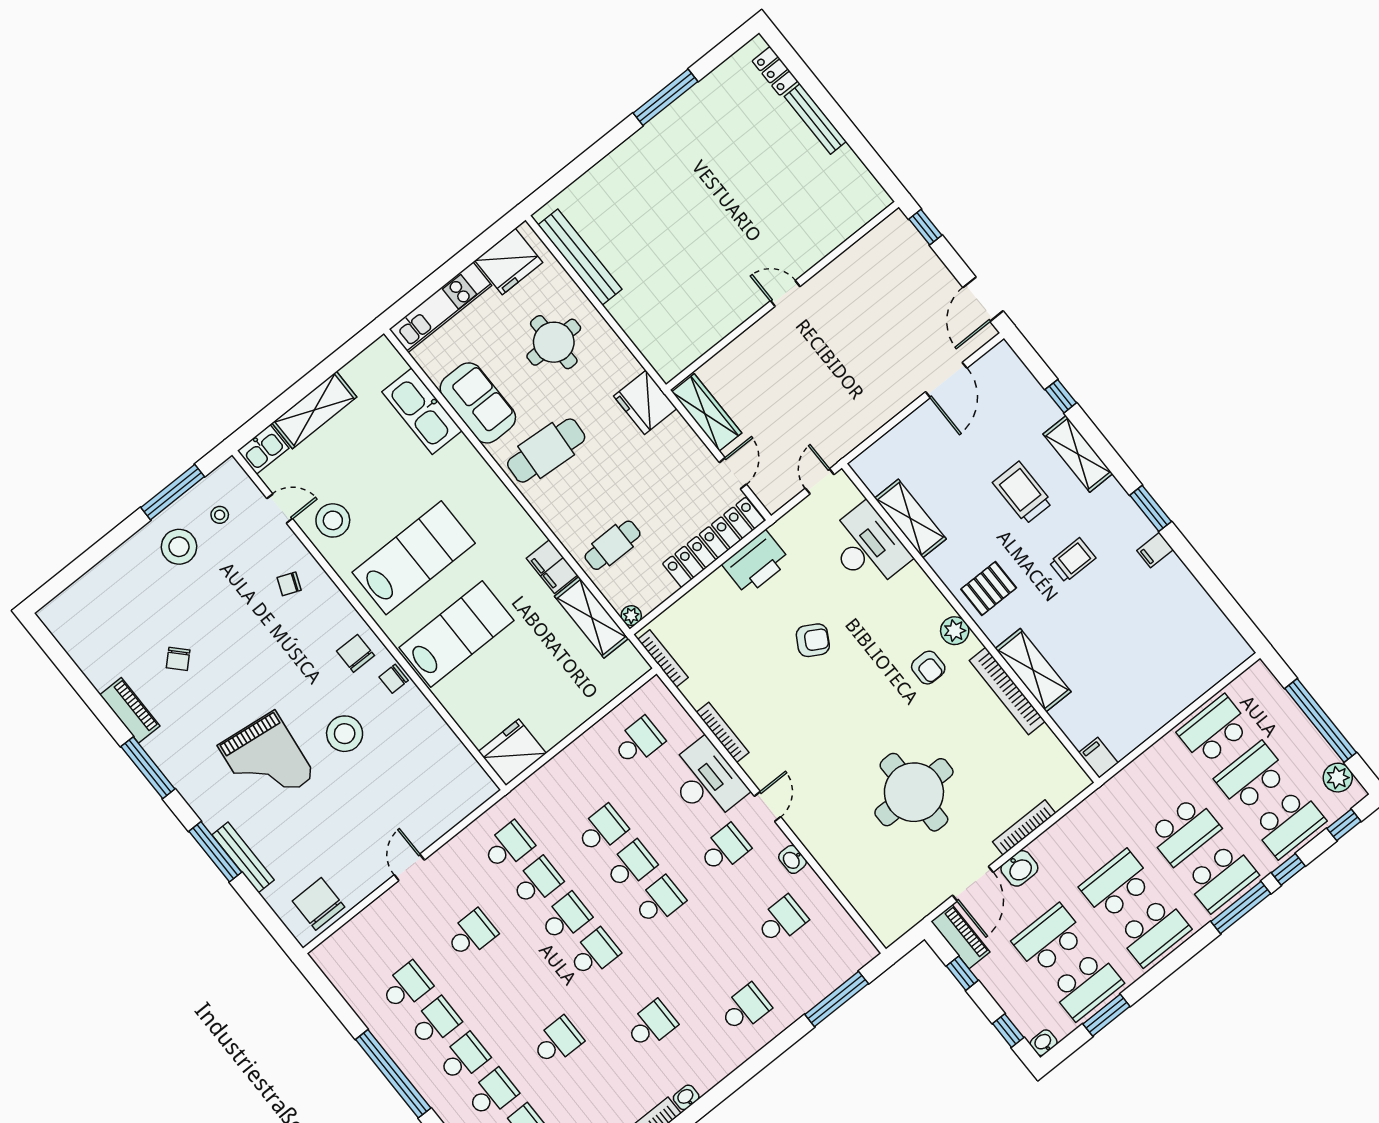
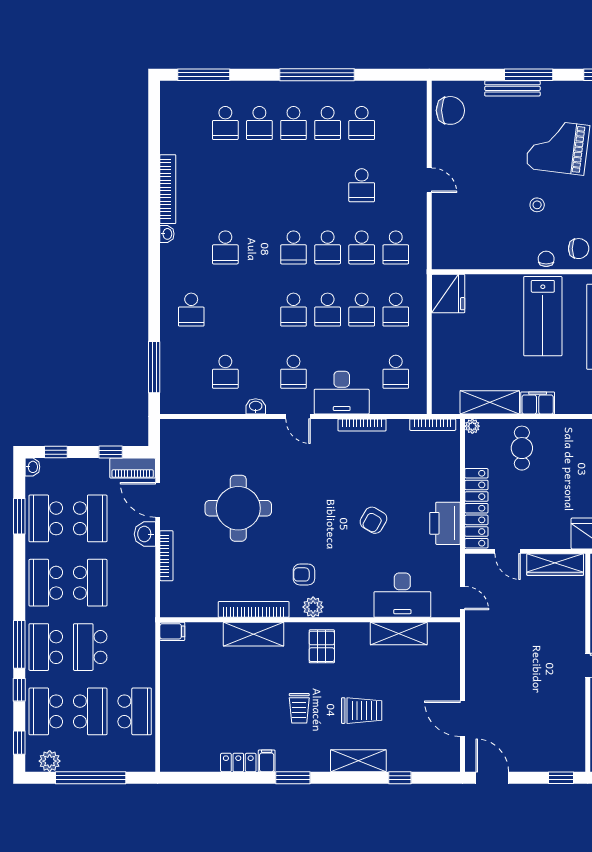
locker: (1181, 578) -> (238, 762), added
stool: (345, 734) -> (537, 205), width x0.53, depth x0.53
school desk: (557, 1041) -> (396, 310), moved

